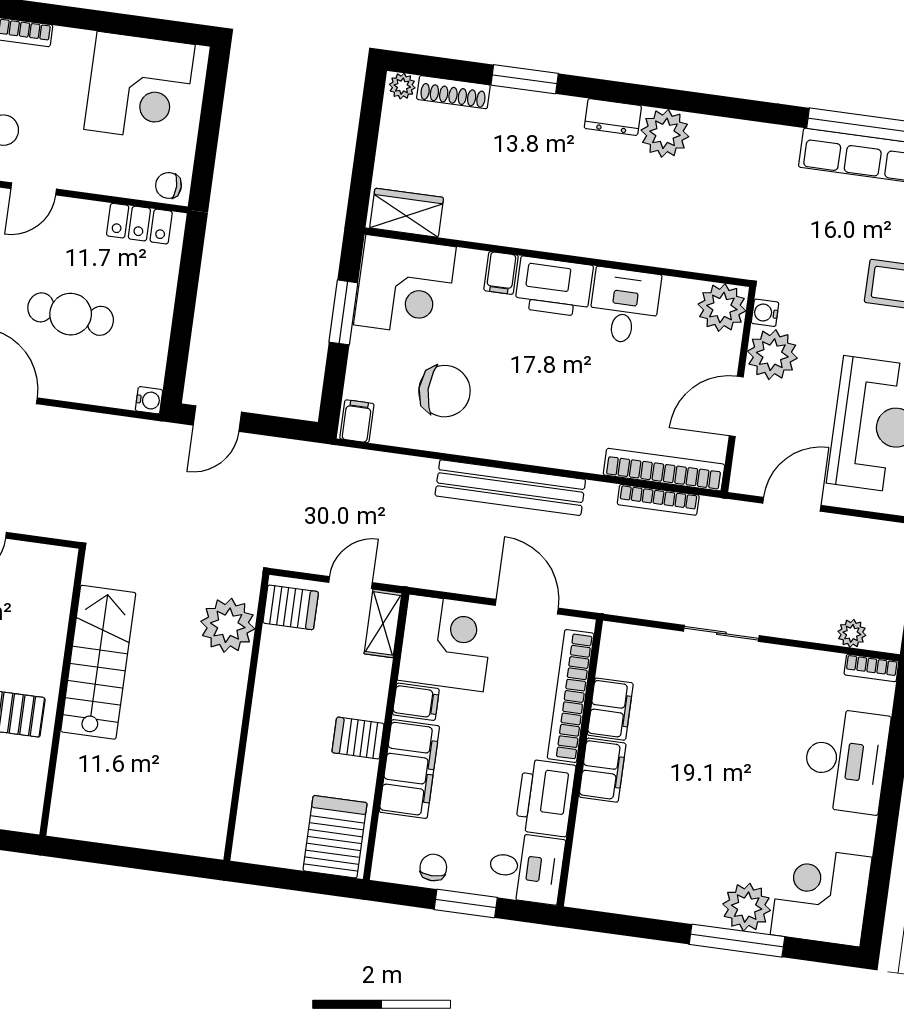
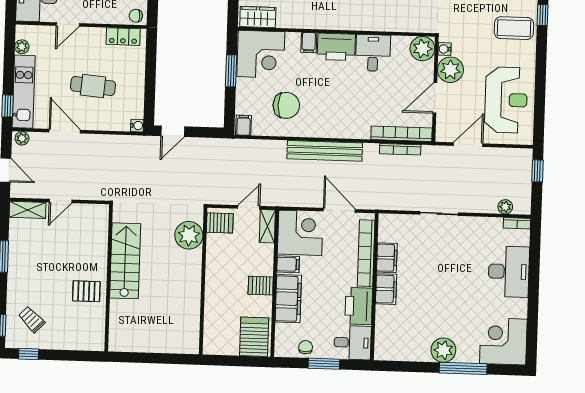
plant: (747, 907) -> (443, 350), moved

